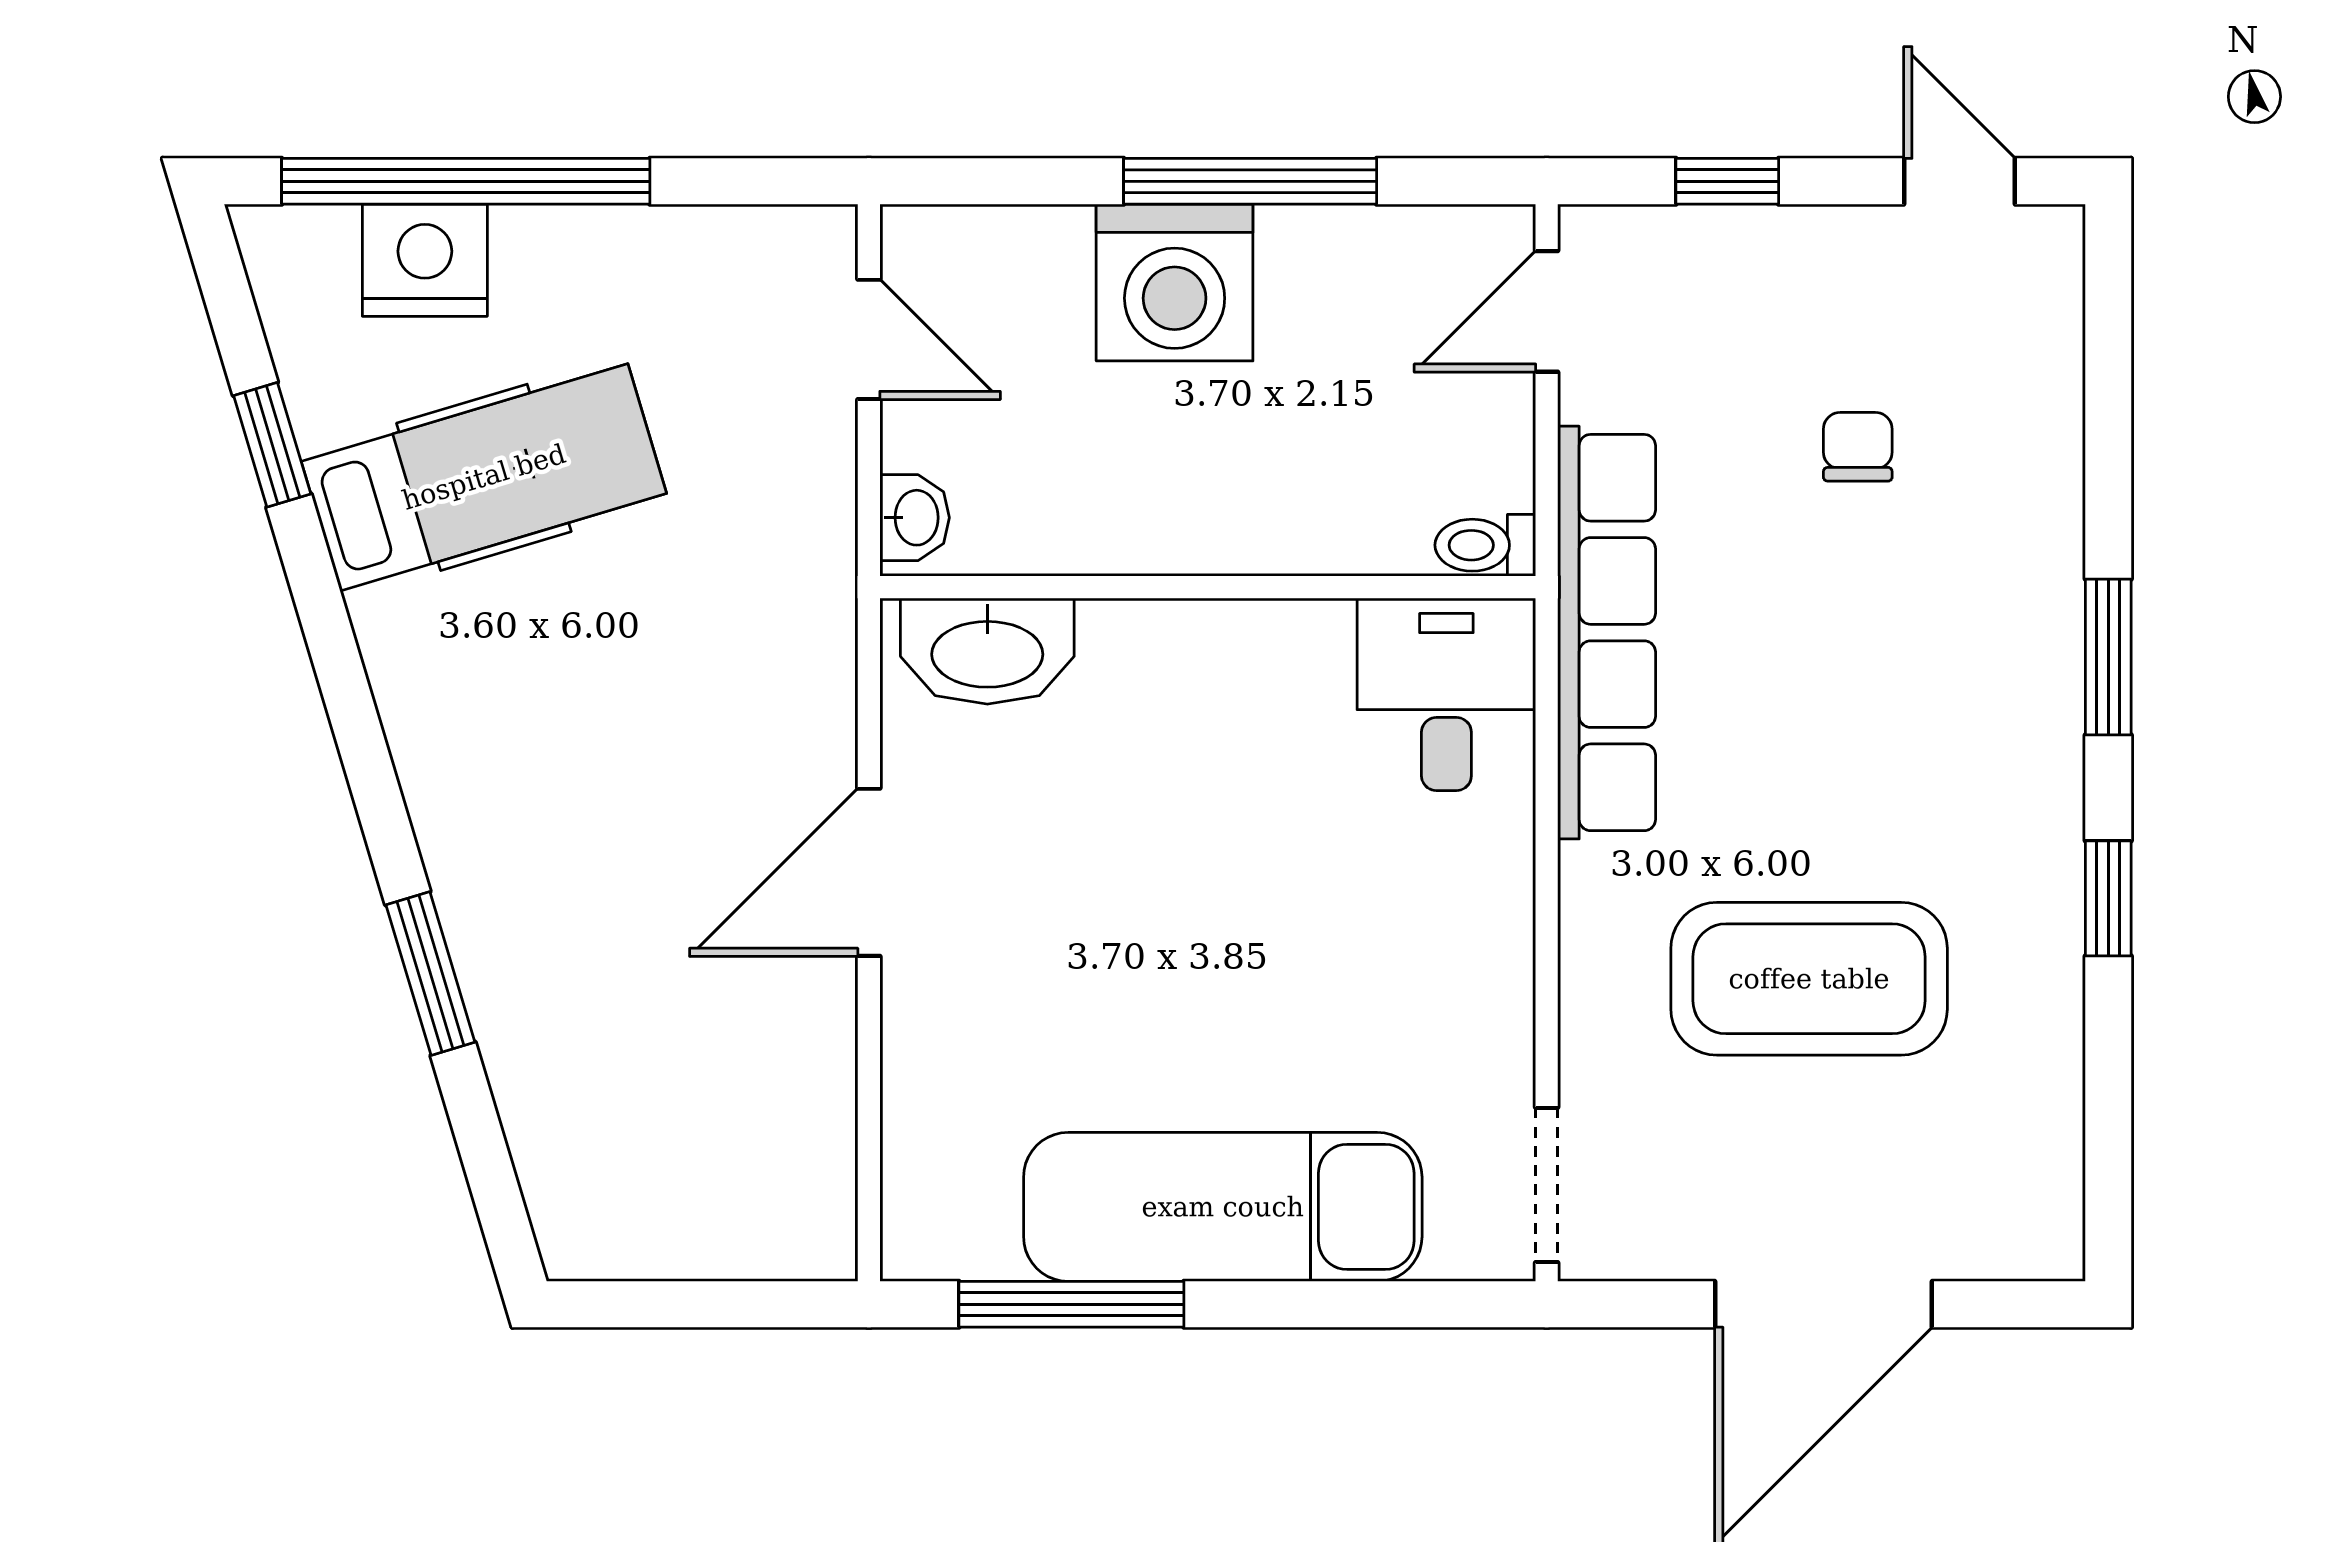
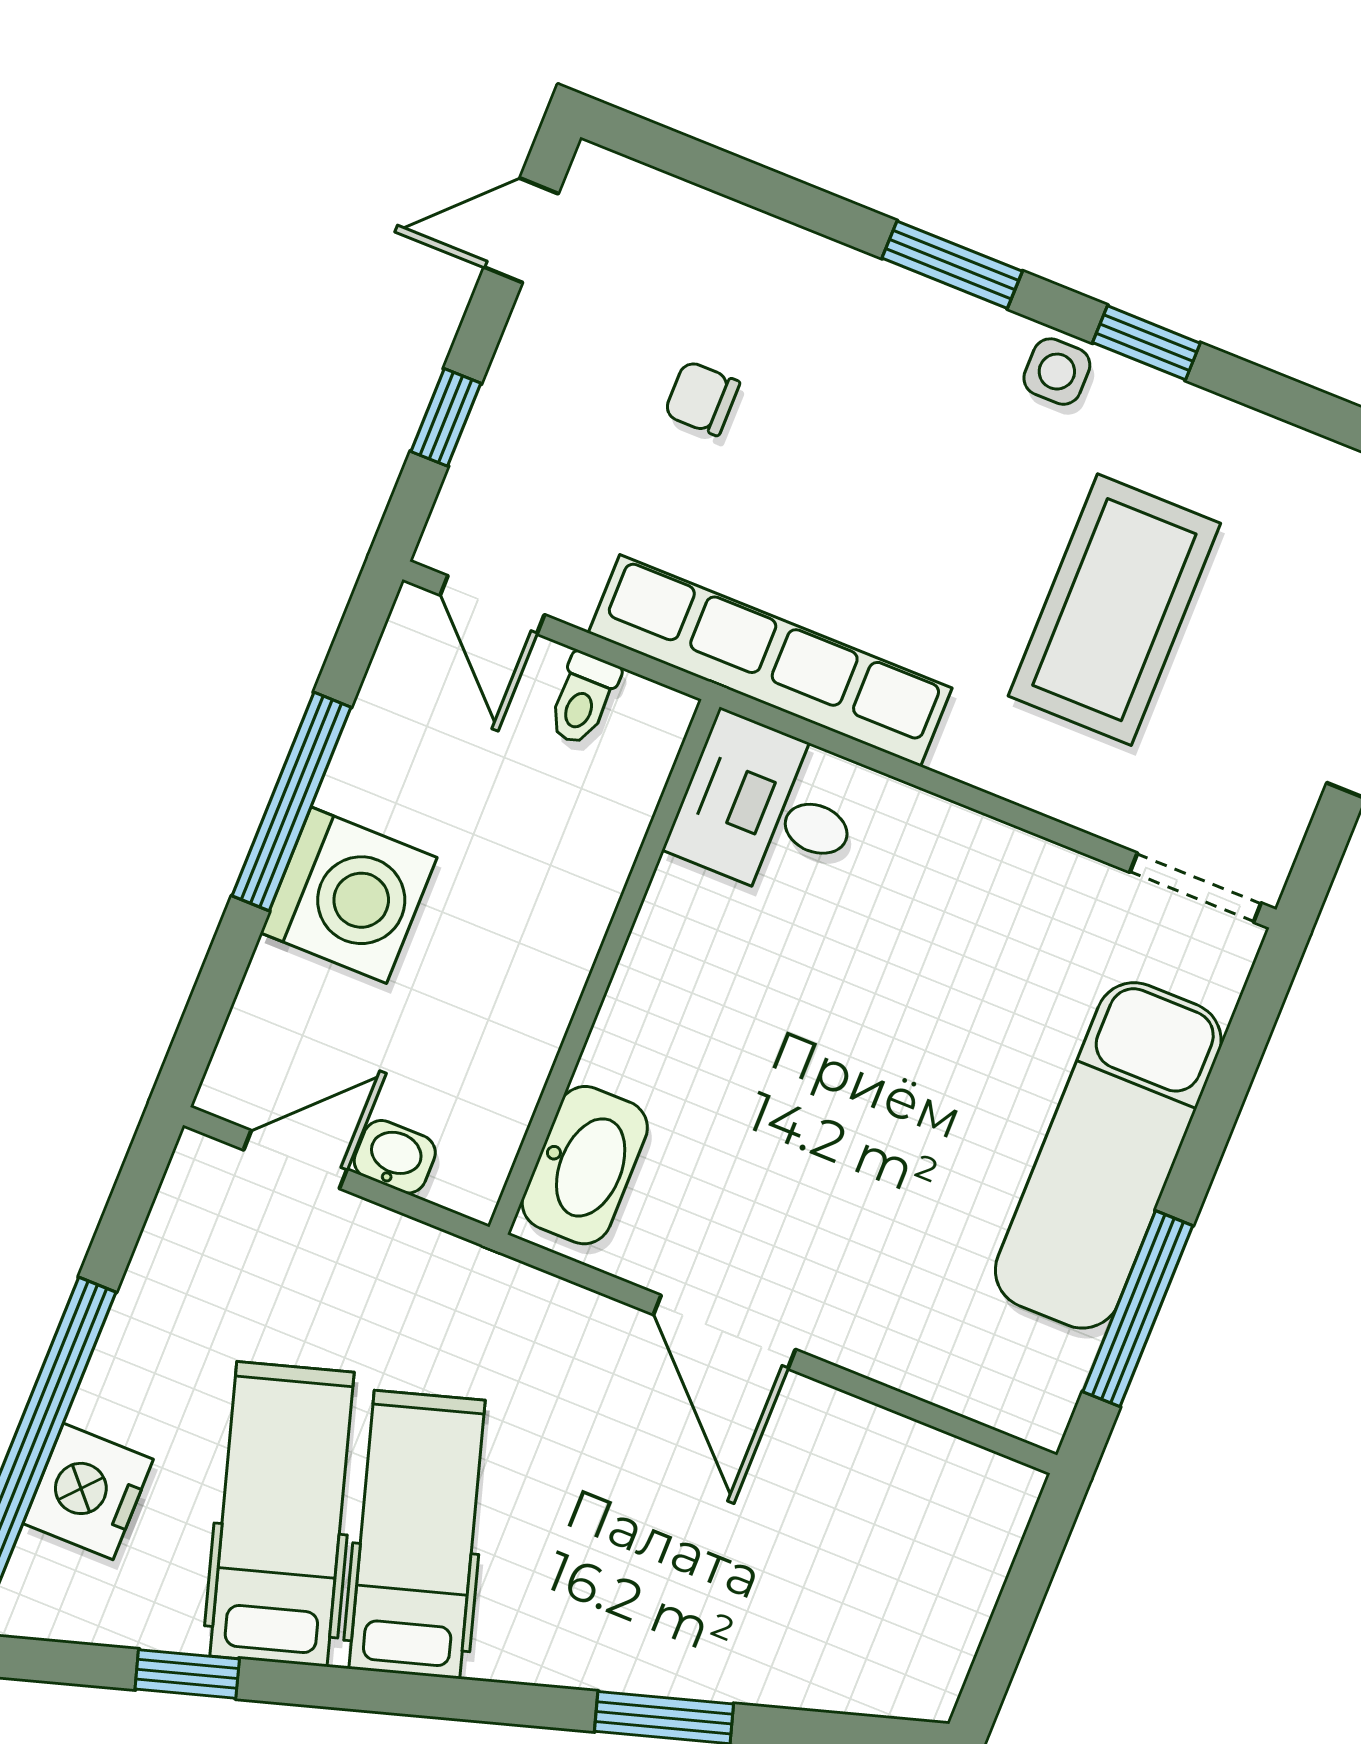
washbasin: (915, 518) -> (395, 1157), moved
toilet: (1485, 545) -> (583, 699), moved
hospital bed: (520, 631) -> (417, 1535), added
side table: (2039, 815) -> (1057, 372), added

